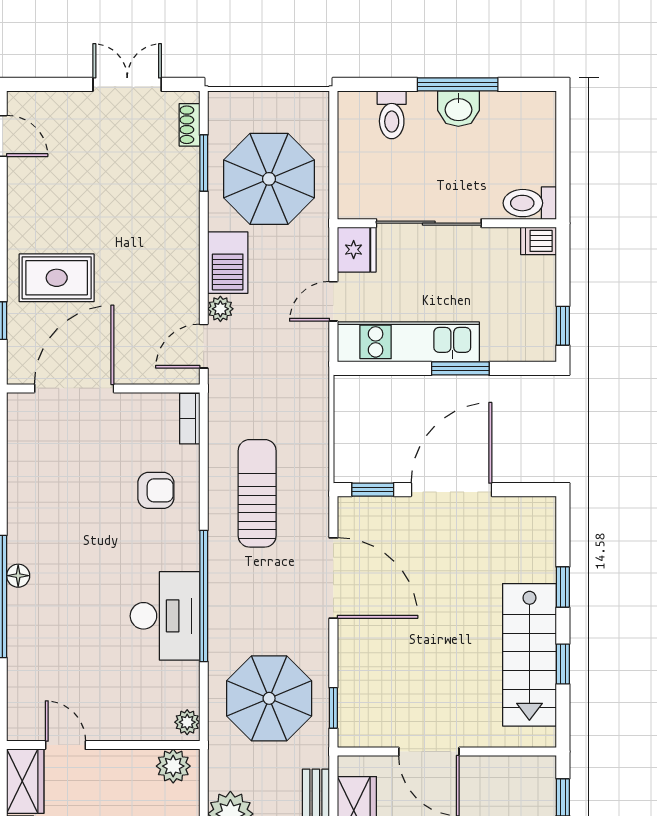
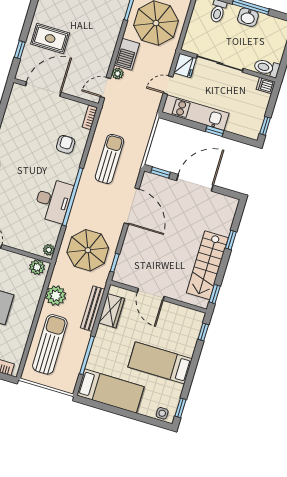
window: (460, 368) -> (215, 131), width x0.67
armchair: (156, 490) -> (66, 144), turned -90
window: (563, 664) -> (215, 294), moved

